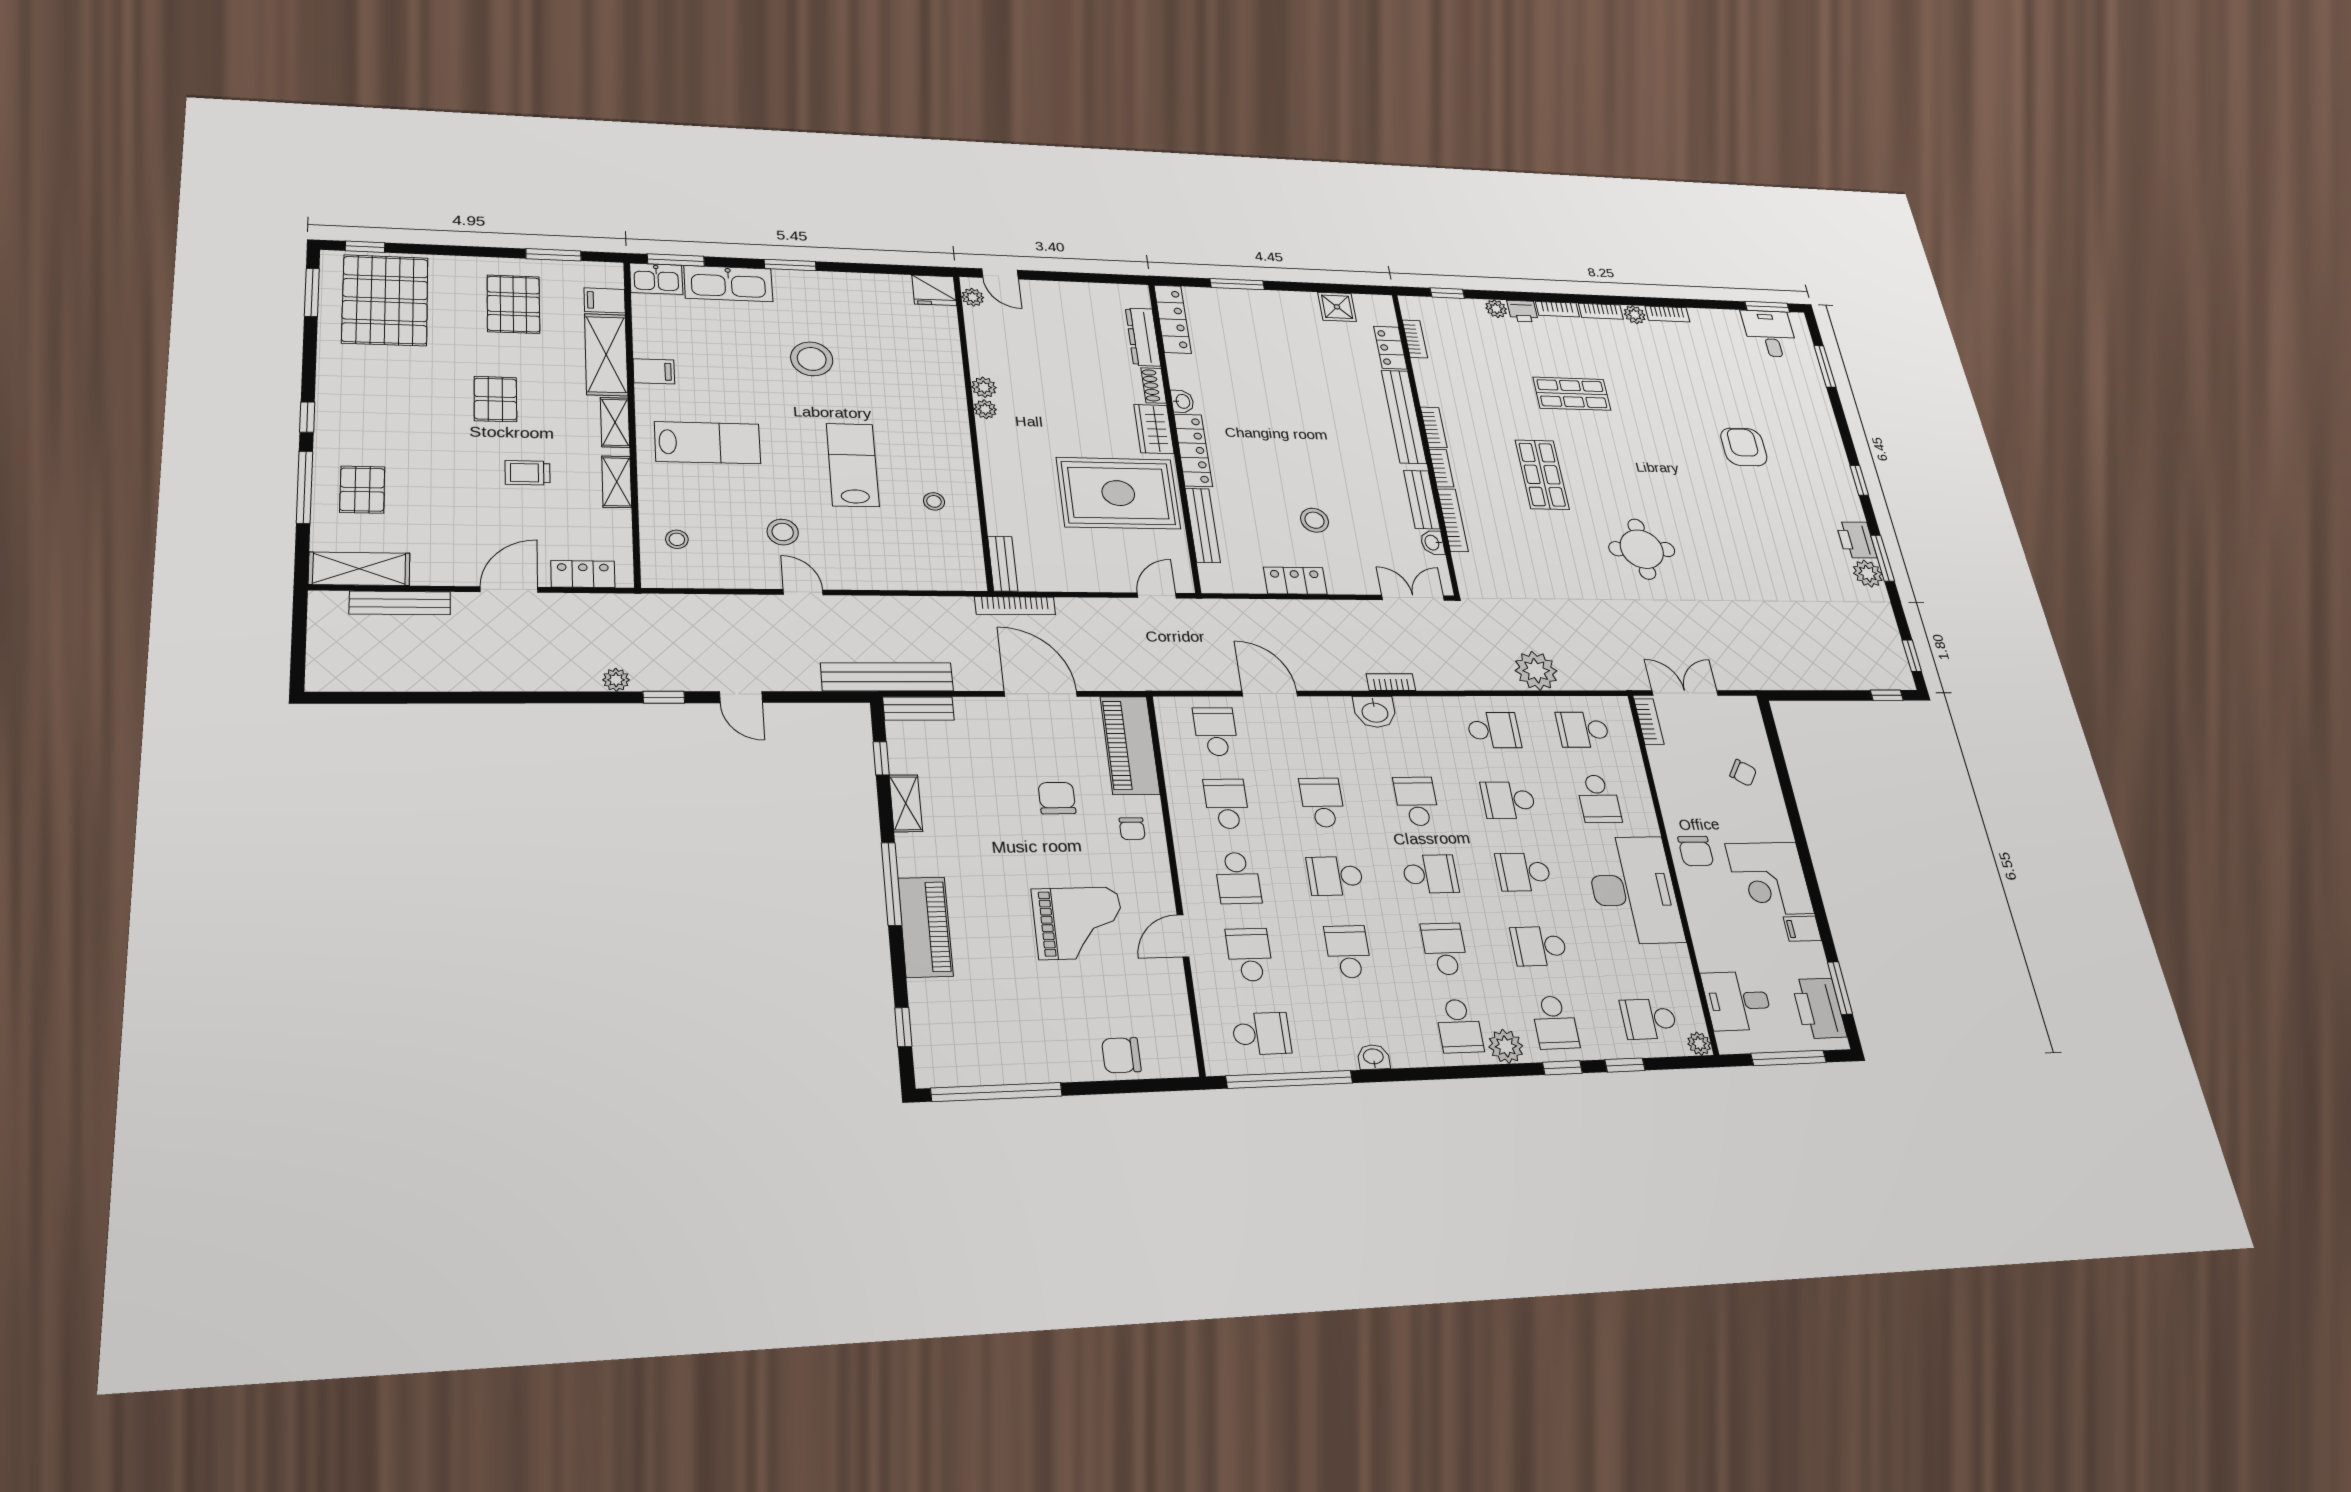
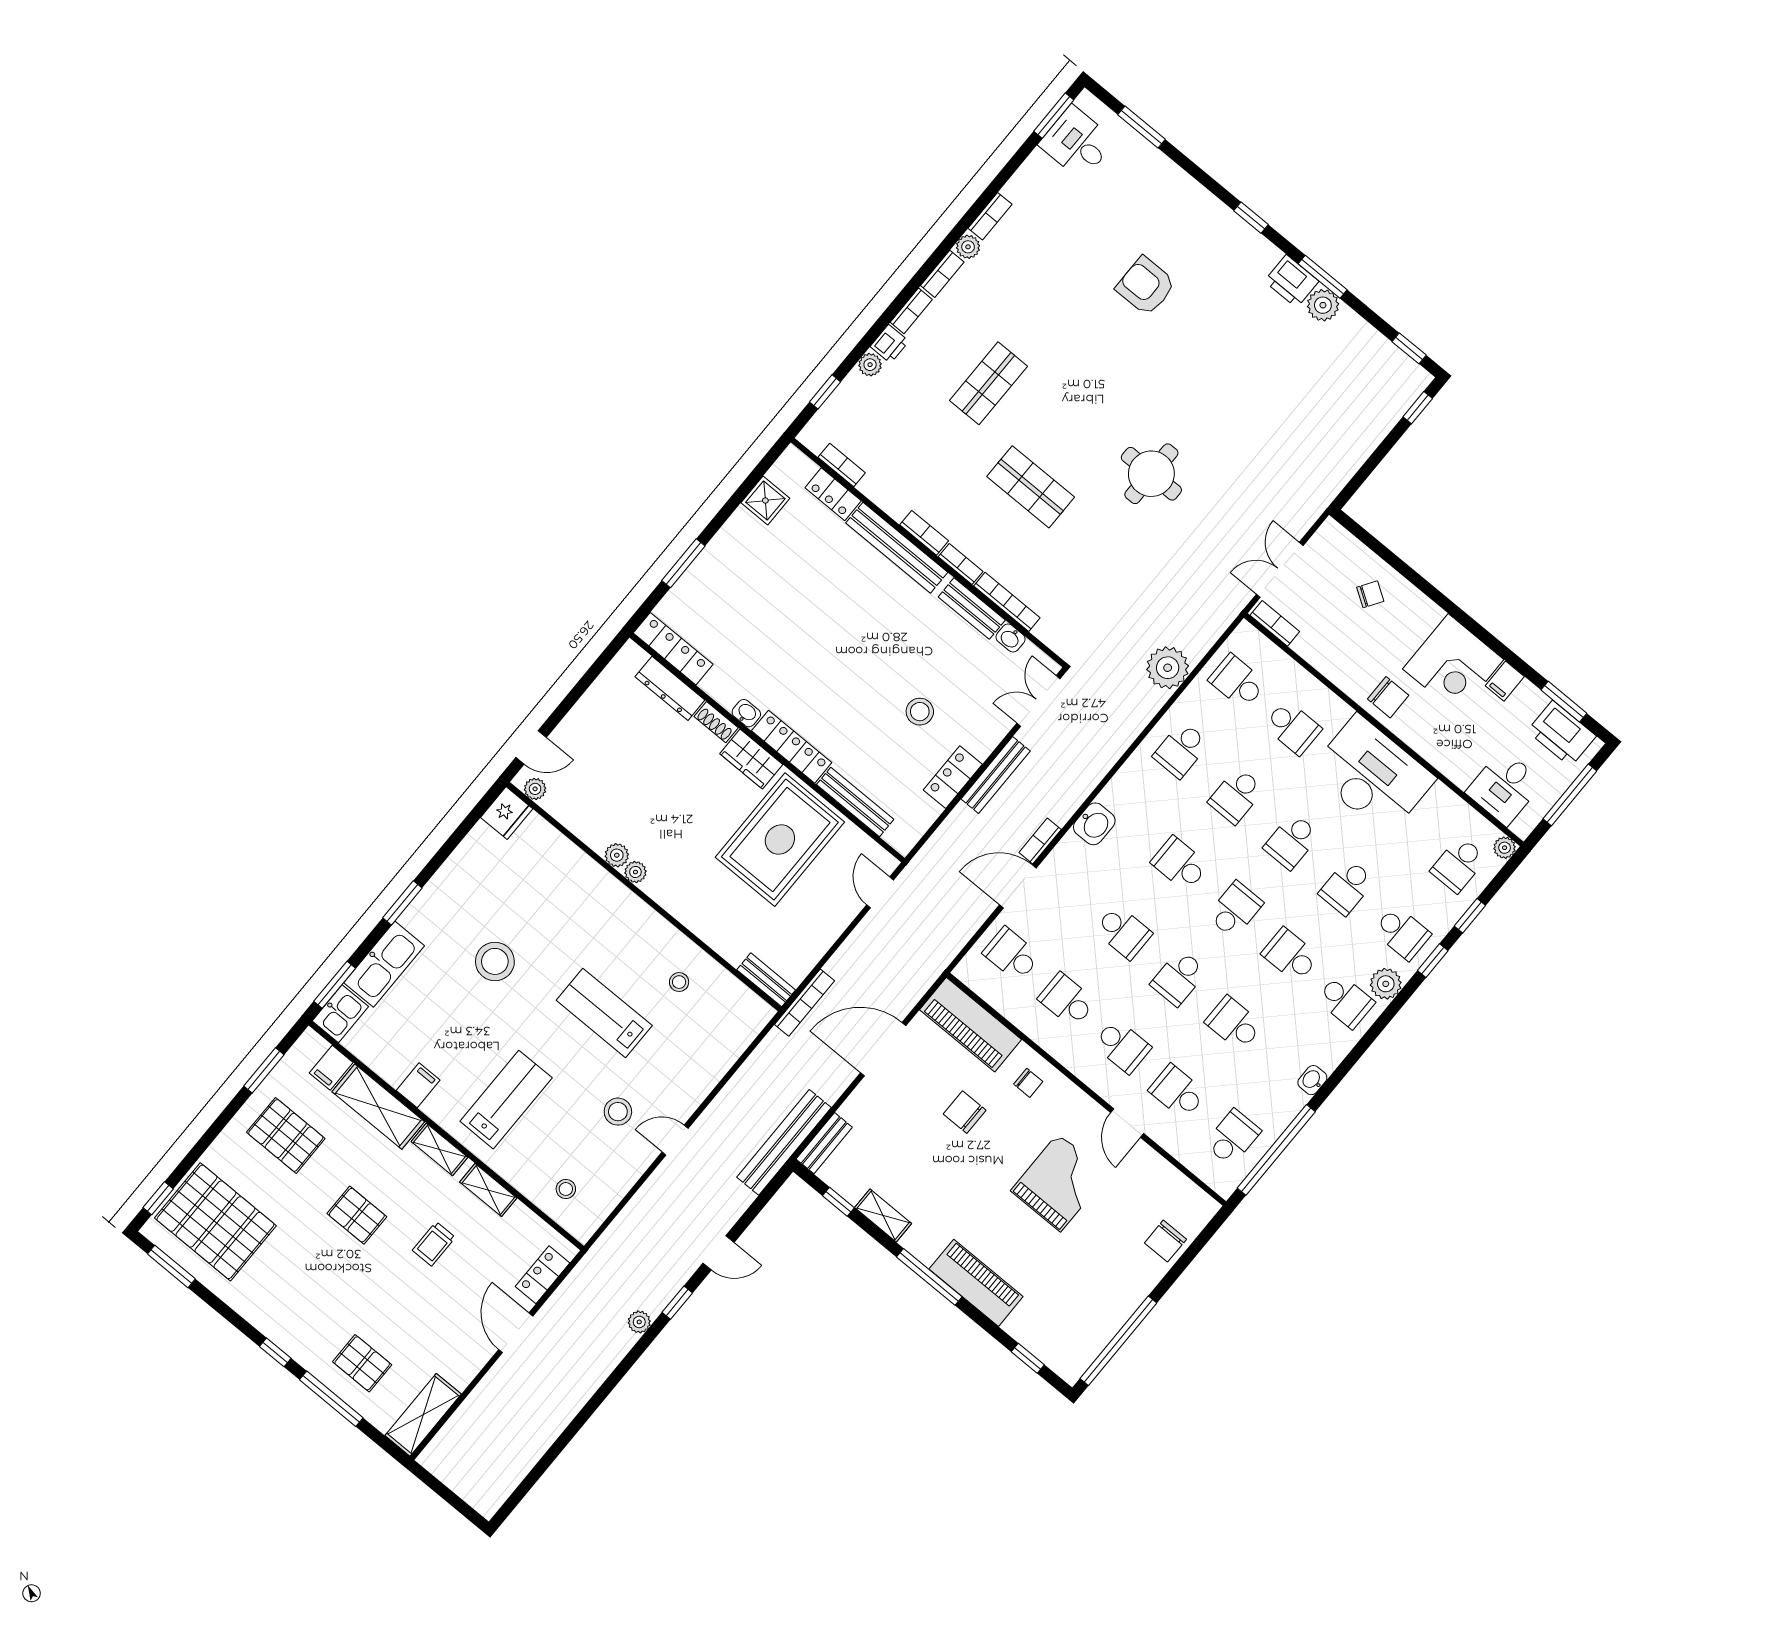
bench: (400, 603) -> (996, 775), moved
bookcase: (1391, 682) -> (1040, 841), moved
school desk: (1494, 730) -> (1181, 750), turned 180
school desk: (1583, 730) -> (1237, 682), turned 90
school desk: (1322, 802) -> (1123, 932), turned 180

